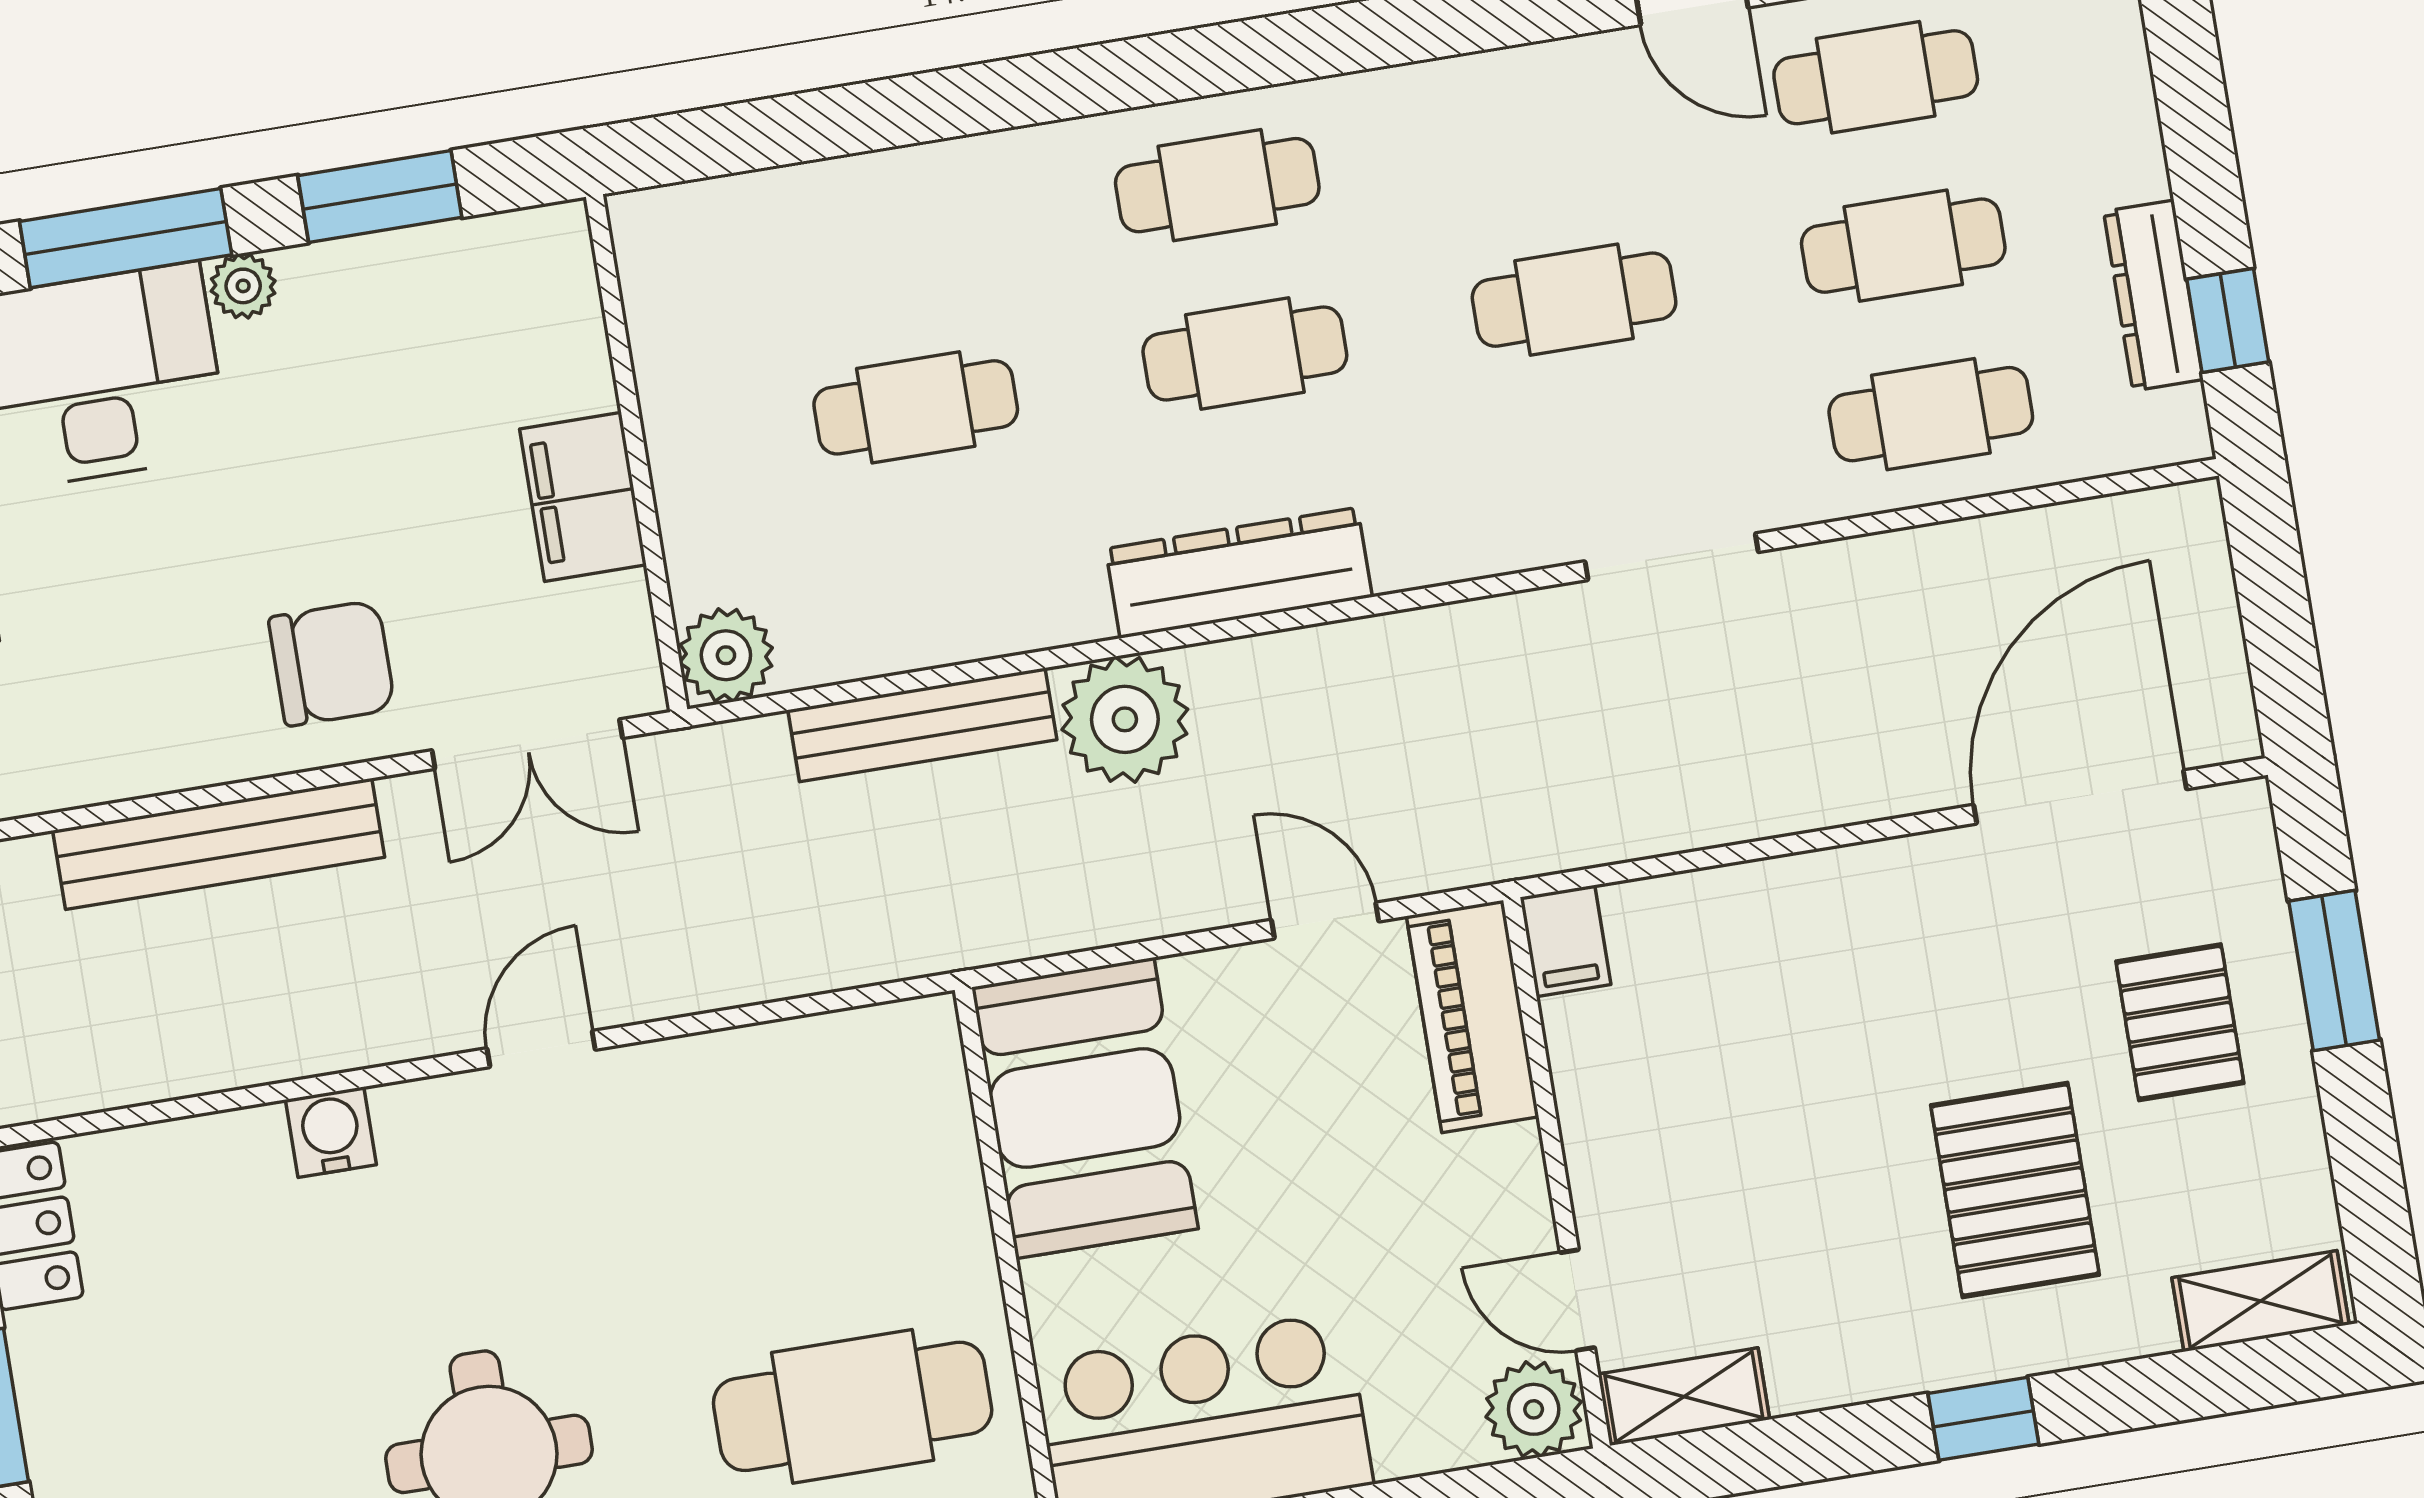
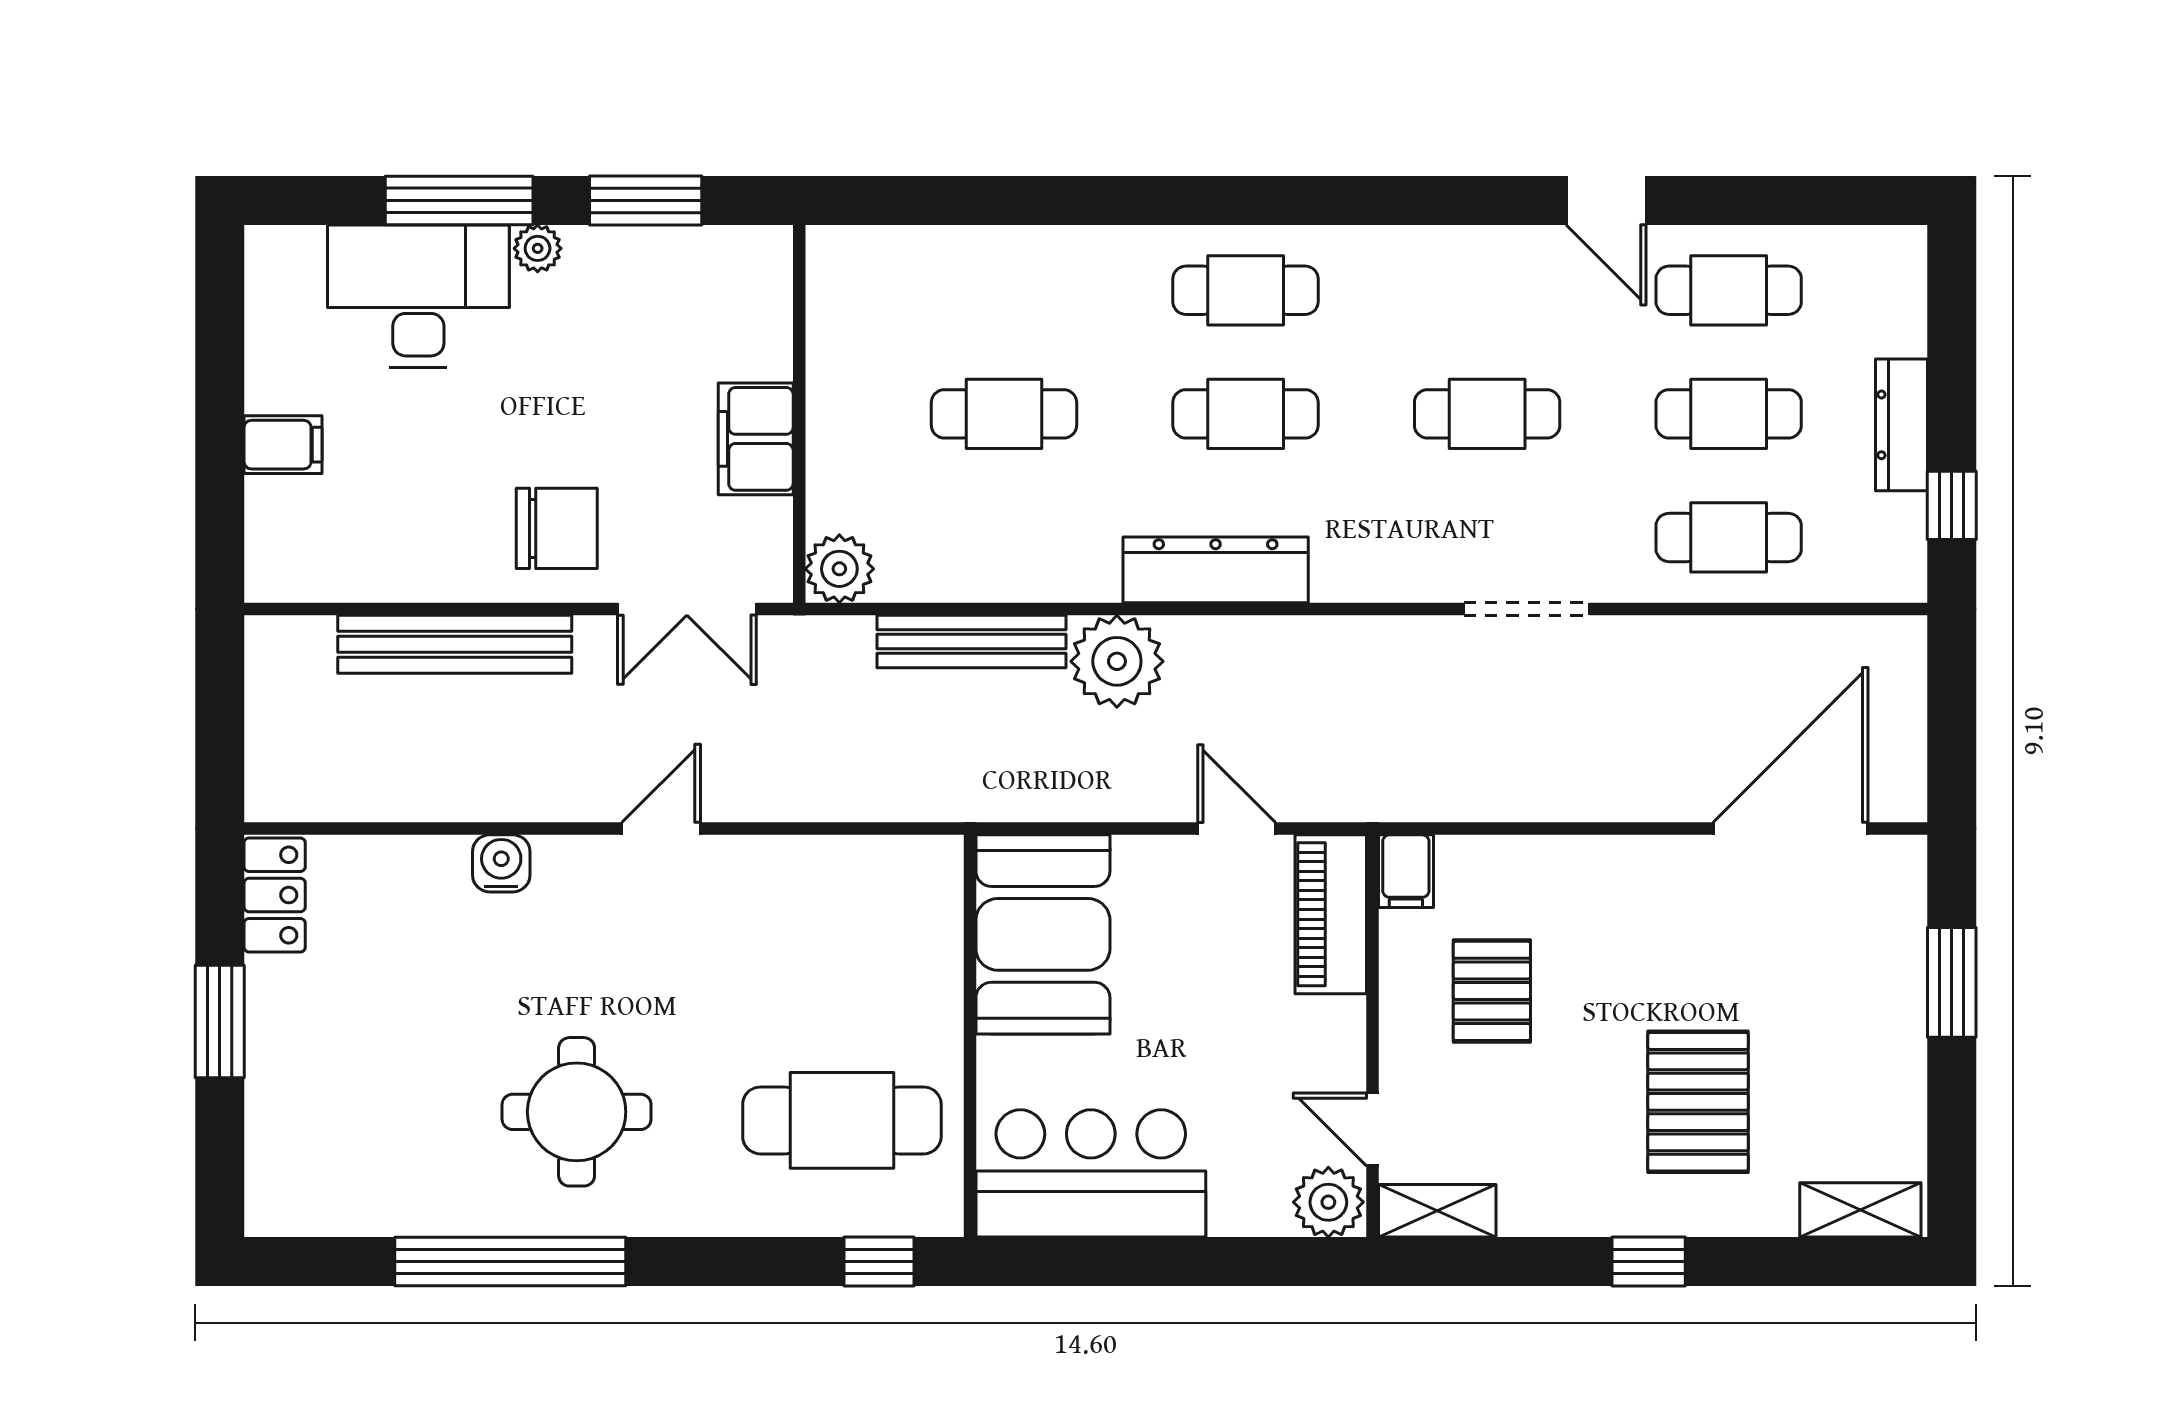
dresser: (2153, 295) -> (1902, 425), moved
pallet: (2180, 1022) -> (1492, 991), moved

